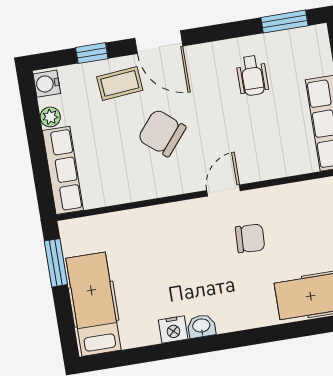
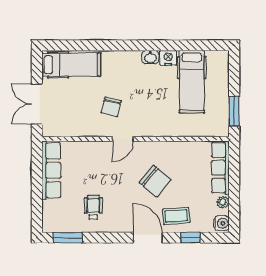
chair: (250, 238) -> (111, 107), turned -79
hospital bed: (94, 304) -> (192, 82), moved

